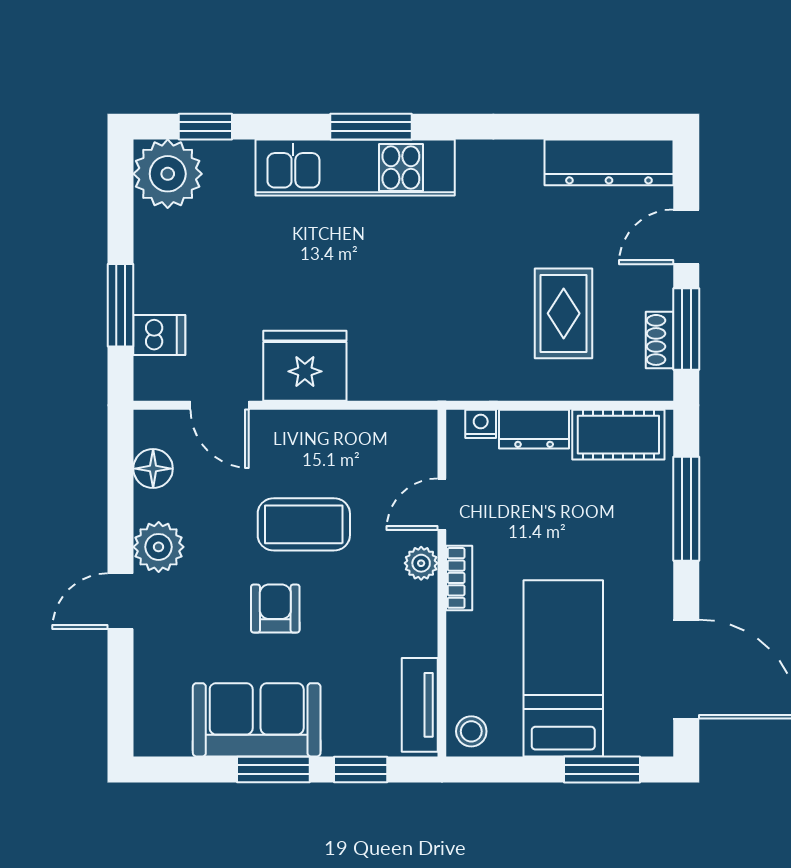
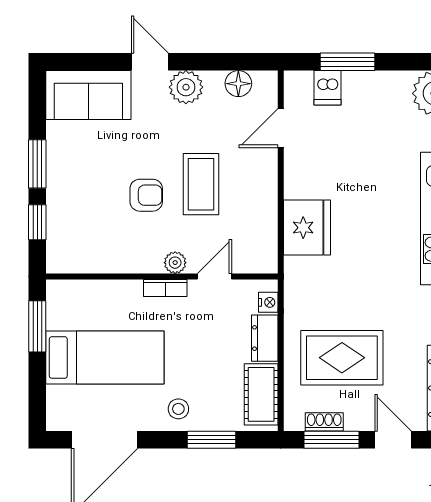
rug: (564, 313) -> (342, 358), width x1.36, depth x1.43
fridge: (305, 366) -> (307, 228), moved
door: (442, 504) -> (214, 277), hinge flipped
window: (686, 509) -> (212, 440), width x0.69
armchair: (275, 609) -> (146, 195), moved
tv unit: (420, 705) -> (80, 262), removed
sofa: (257, 720) -> (88, 95), moved, turned 90
stool: (471, 731) -> (178, 409), moved
window: (602, 770) -> (37, 326), moved

